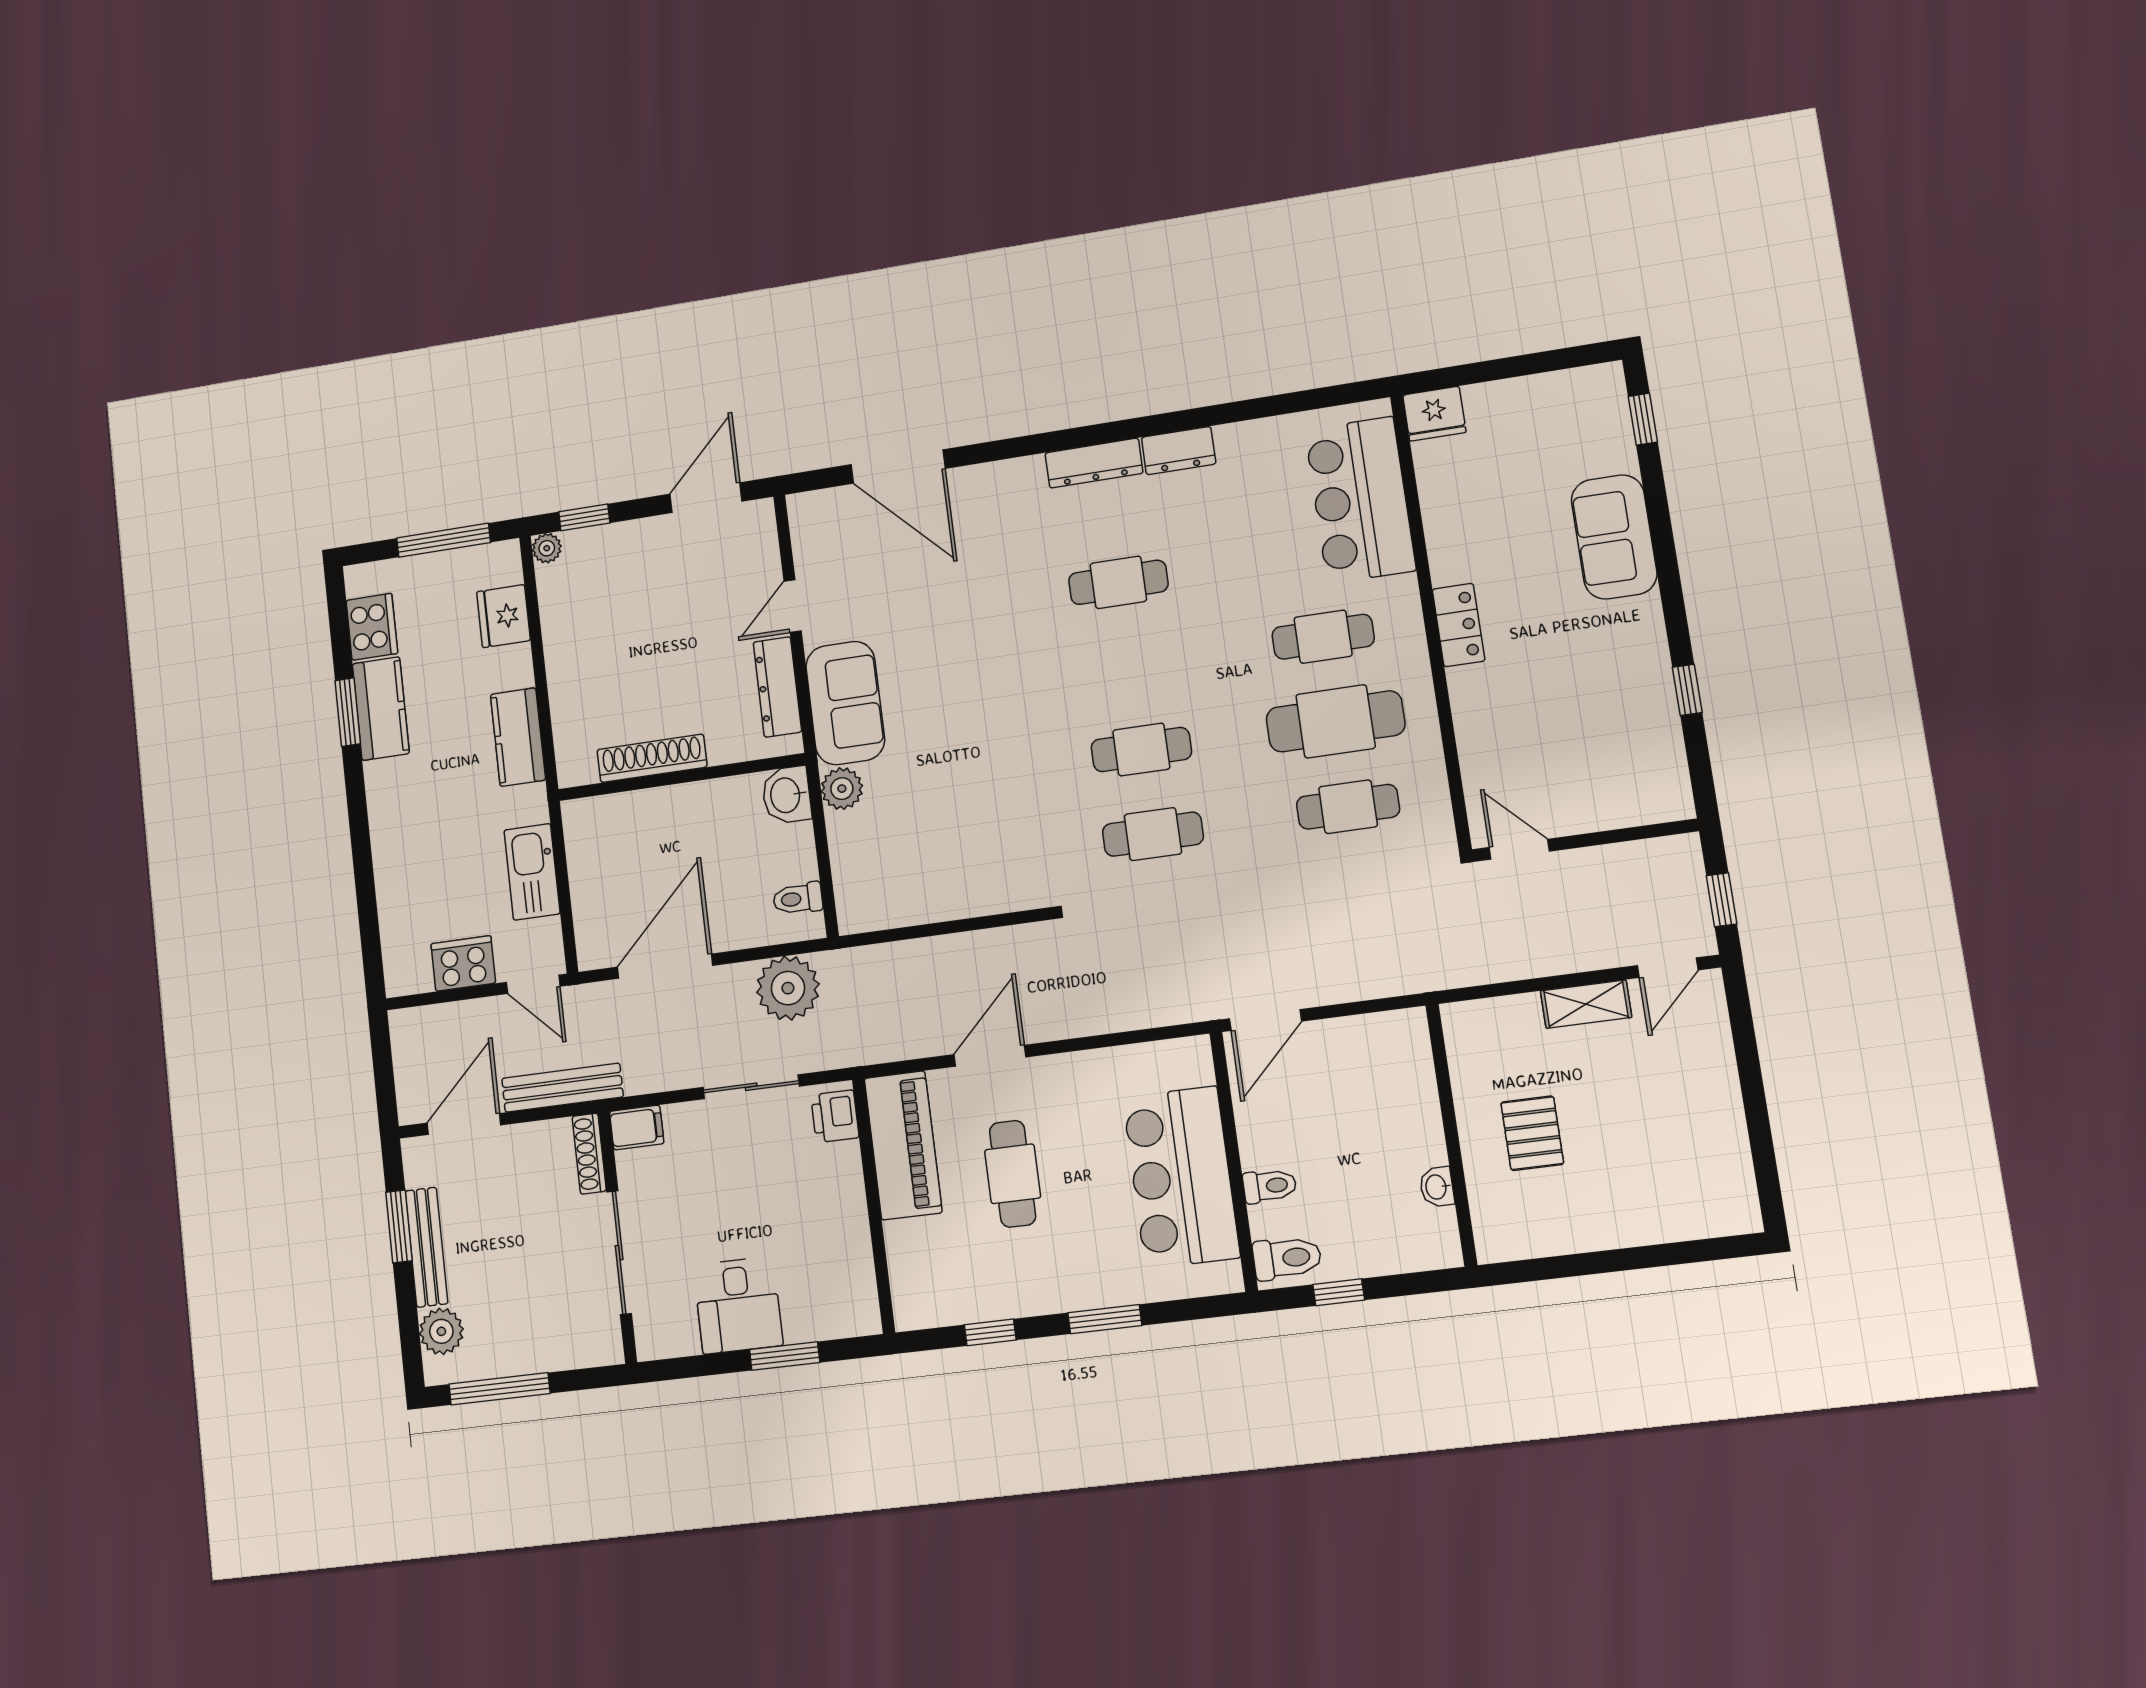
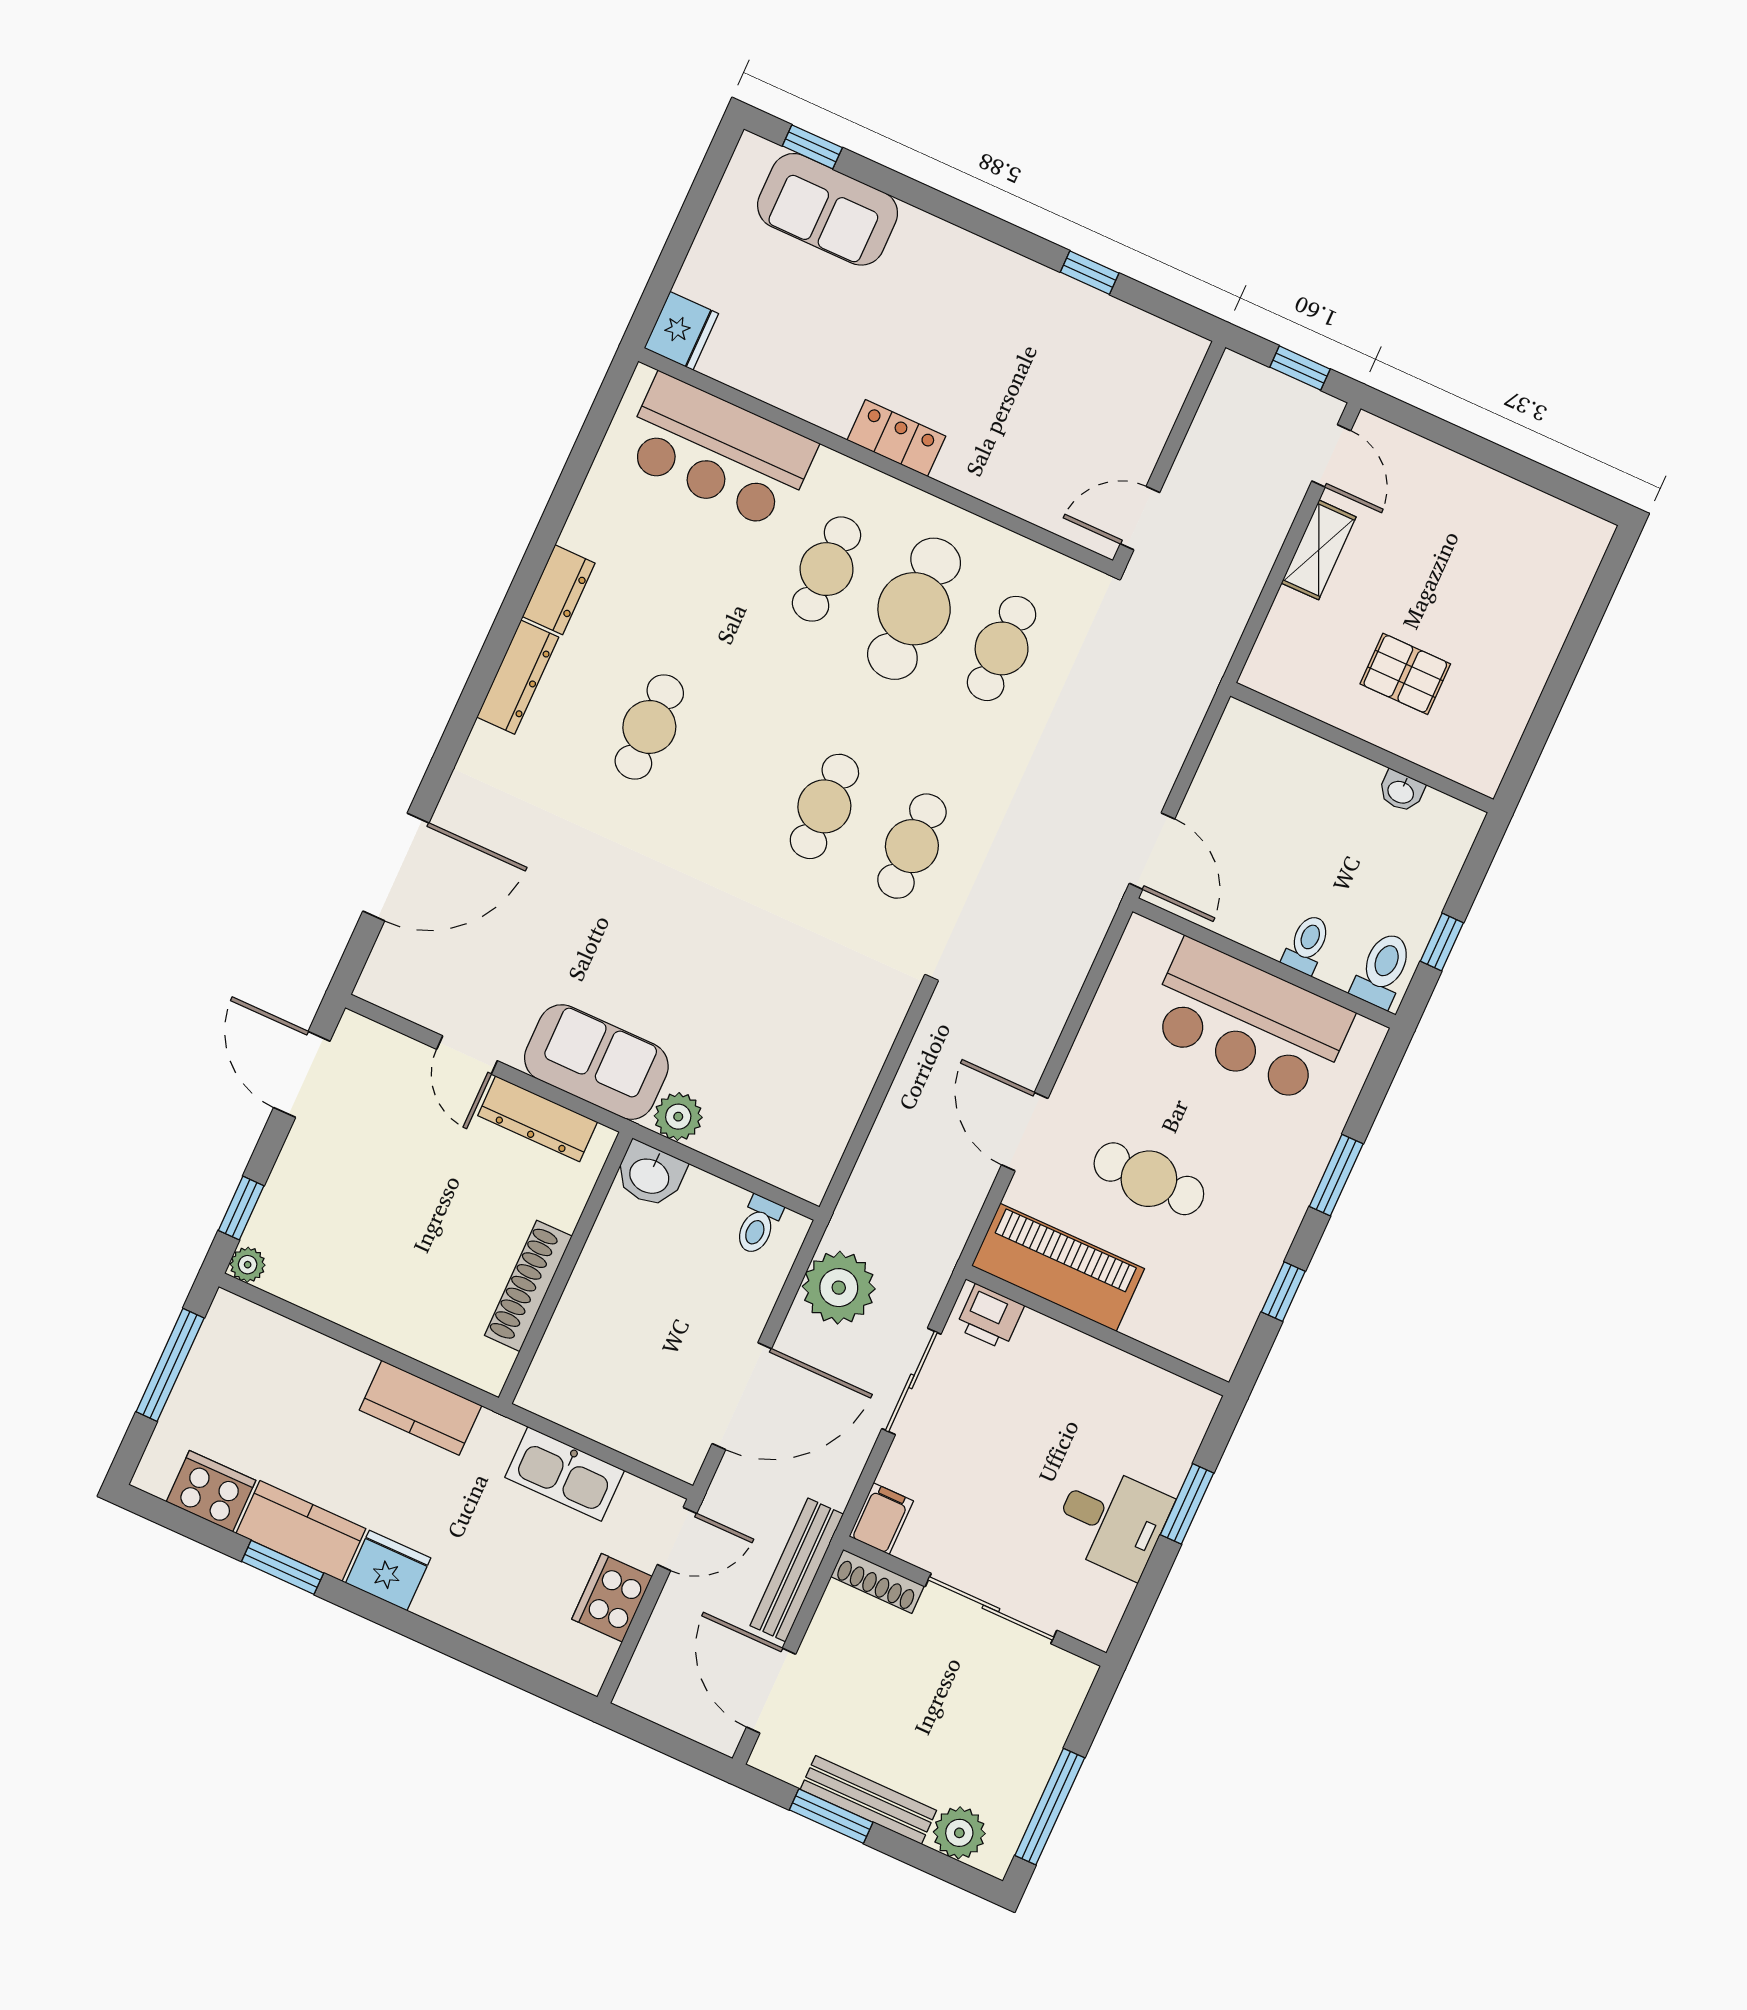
sofa: (1614, 537) -> (828, 209), moved
fridge: (504, 616) -> (388, 1570), moved, turned 180
door: (665, 966) -> (742, 1396), swing flipped

